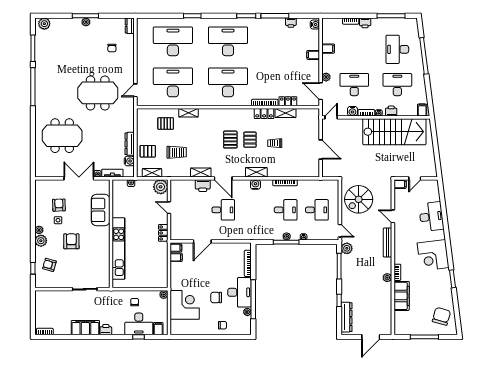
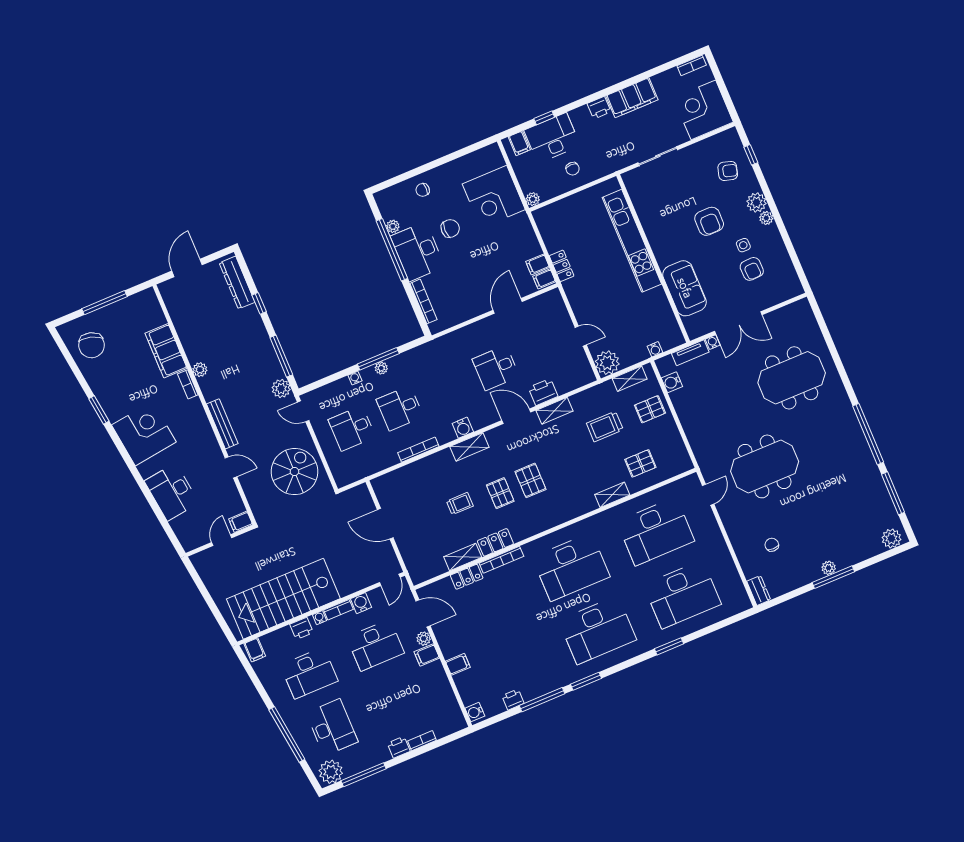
plant: (408, 25) -> (331, 772), added
filing cabinet: (328, 49) -> (427, 655), moved
dresser: (130, 144) -> (683, 409), removed
locker: (163, 233) -> (562, 266), moved
corner desk: (49, 304) -> (703, 110), added

